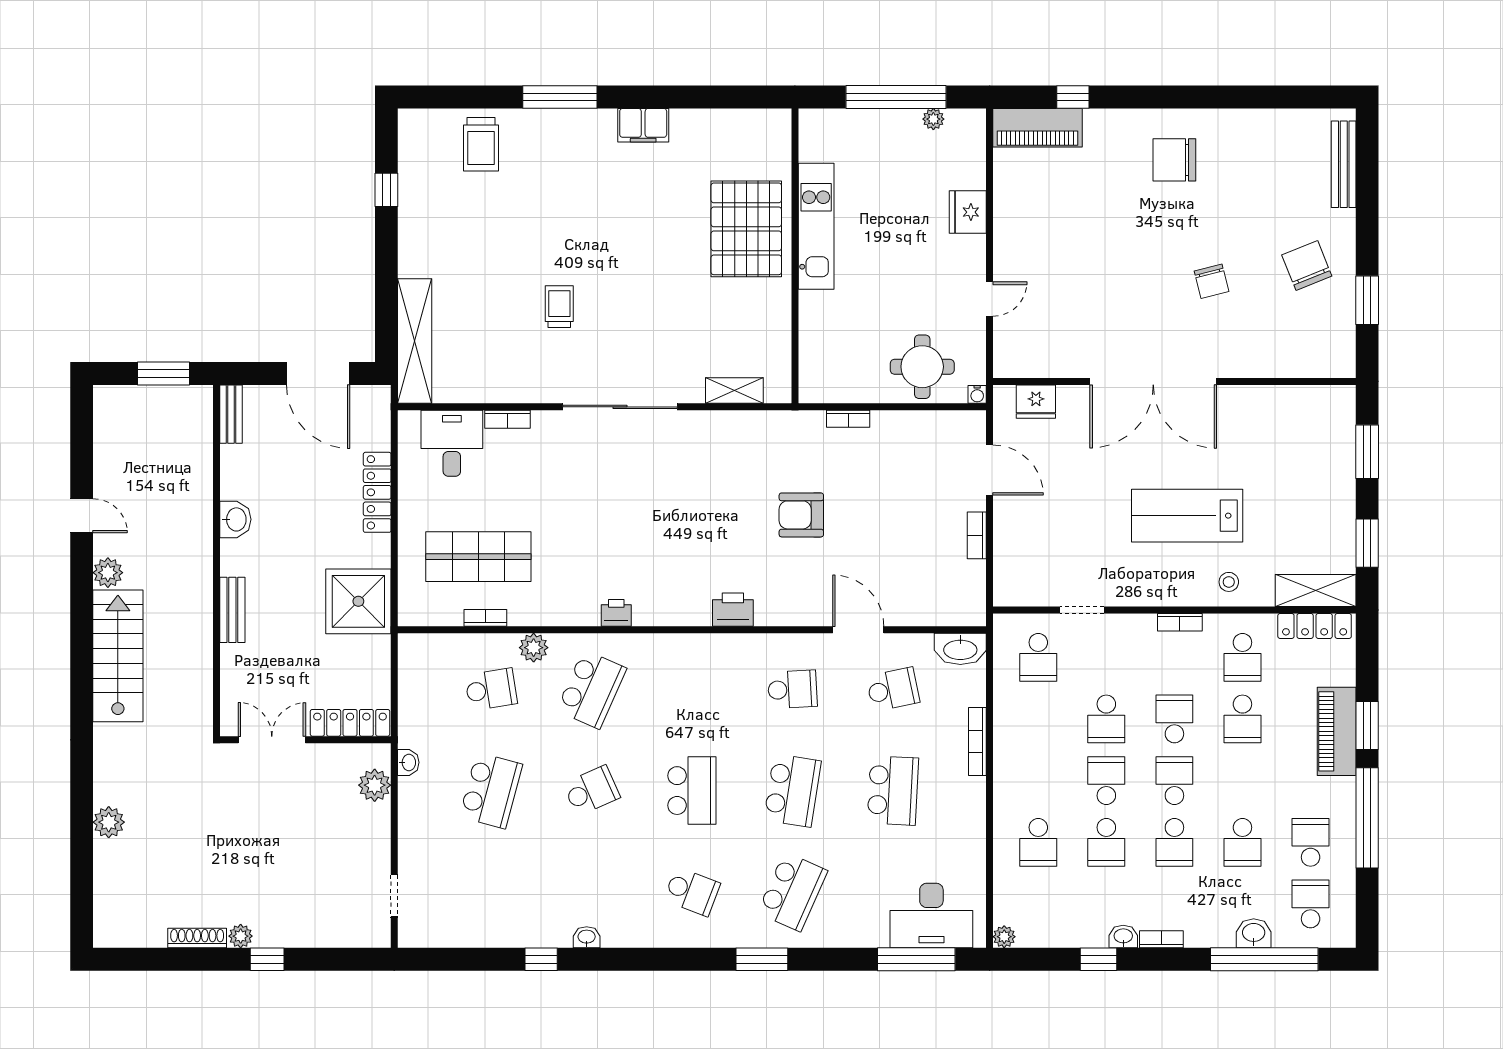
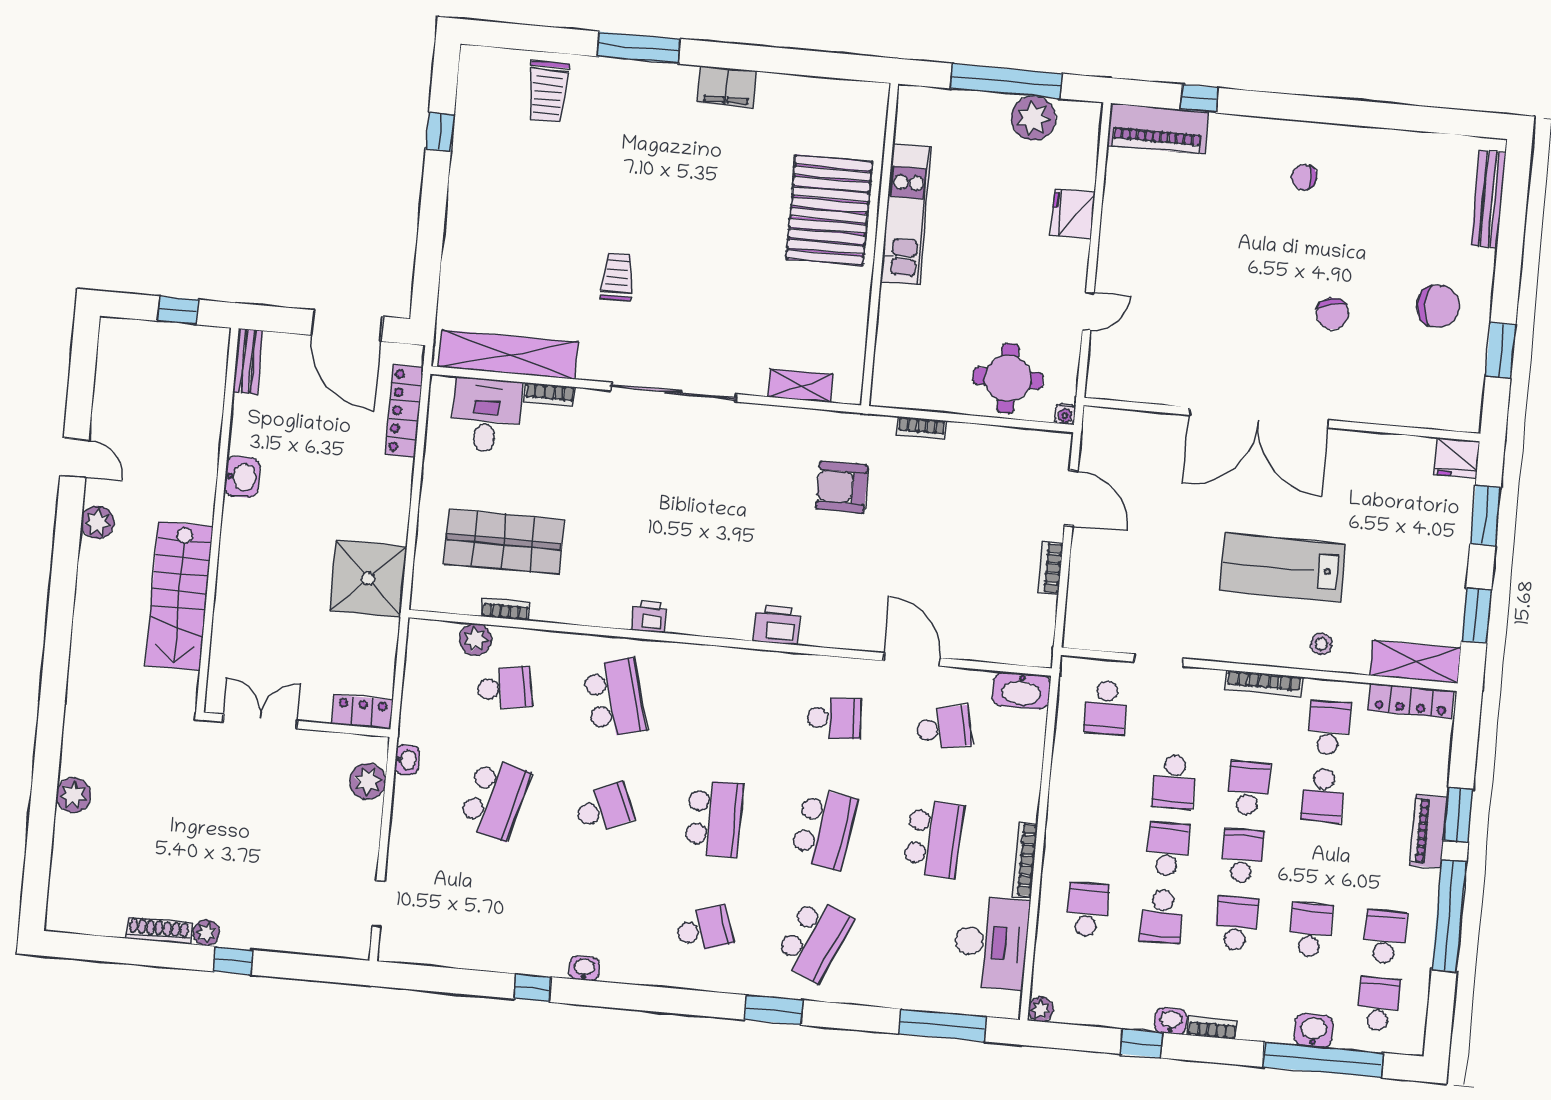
plant: (933, 119) -> (1033, 118), width x1.87, depth x1.87
chair: (1174, 160) -> (1304, 177), width x0.54, depth x0.54
chair: (1307, 266) -> (1438, 306), turned 112
shelving: (415, 341) -> (508, 355), moved, turned 90
window: (164, 374) -> (178, 310), width x0.67
fridge: (1036, 402) -> (1457, 458), moved
locker: (377, 492) -> (404, 411), moved
armchair: (801, 515) -> (842, 487), moved
bench: (232, 610) -> (230, 575), removed
bookcase: (1180, 622) -> (1264, 683), width x1.56
plant: (534, 648) -> (475, 639), moved
stairs: (118, 656) -> (179, 596), moved, turned 180
school desk: (1242, 657) -> (1329, 728), turned 180
school desk: (591, 689) -> (614, 698), turned -39
locker: (350, 723) -> (363, 712), width x0.66
piano: (1337, 731) -> (1428, 831), width x0.73, depth x0.75
bookcase: (977, 742) -> (1025, 860), moved
school desk: (1038, 842) -> (1087, 910), turned 180
school desk: (1174, 842) -> (1236, 923), turned 180
school desk: (1242, 842) -> (1310, 930), turned 180
school desk: (692, 892) -> (704, 929), turned -39
desk: (931, 916) -> (991, 942), moved, turned -90

